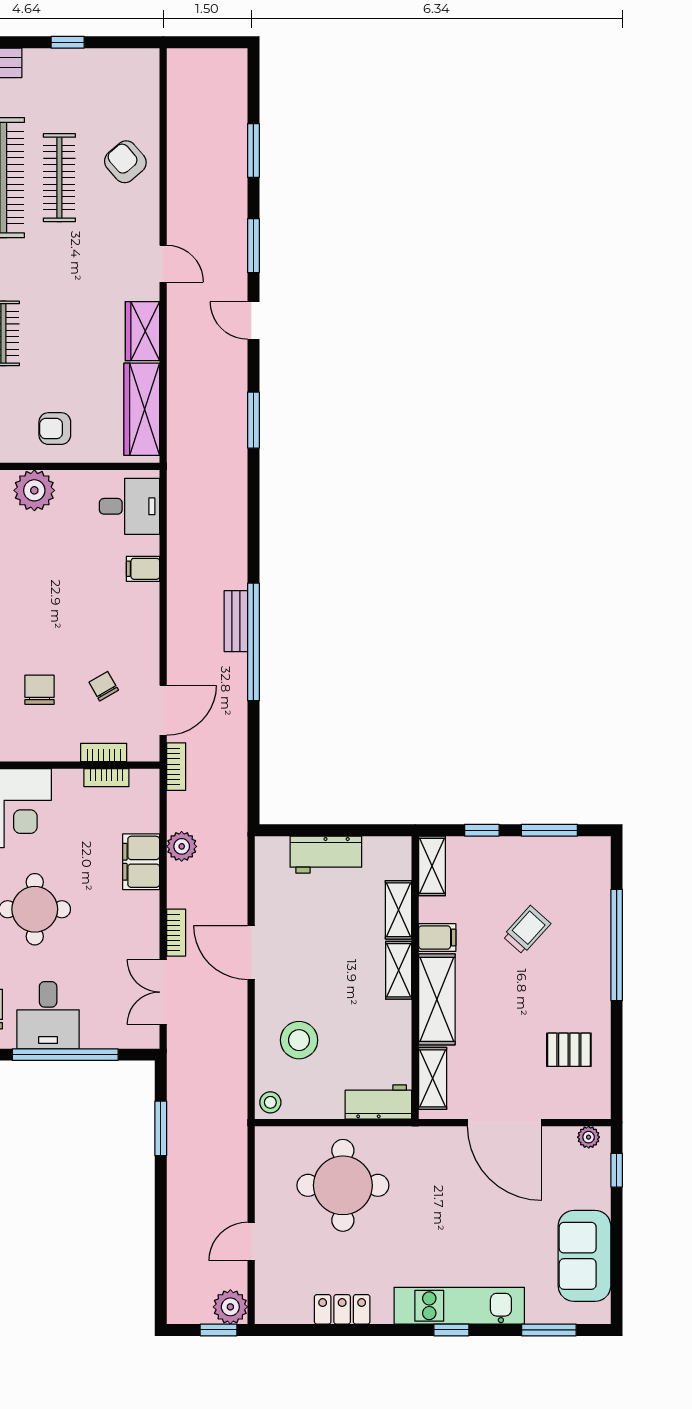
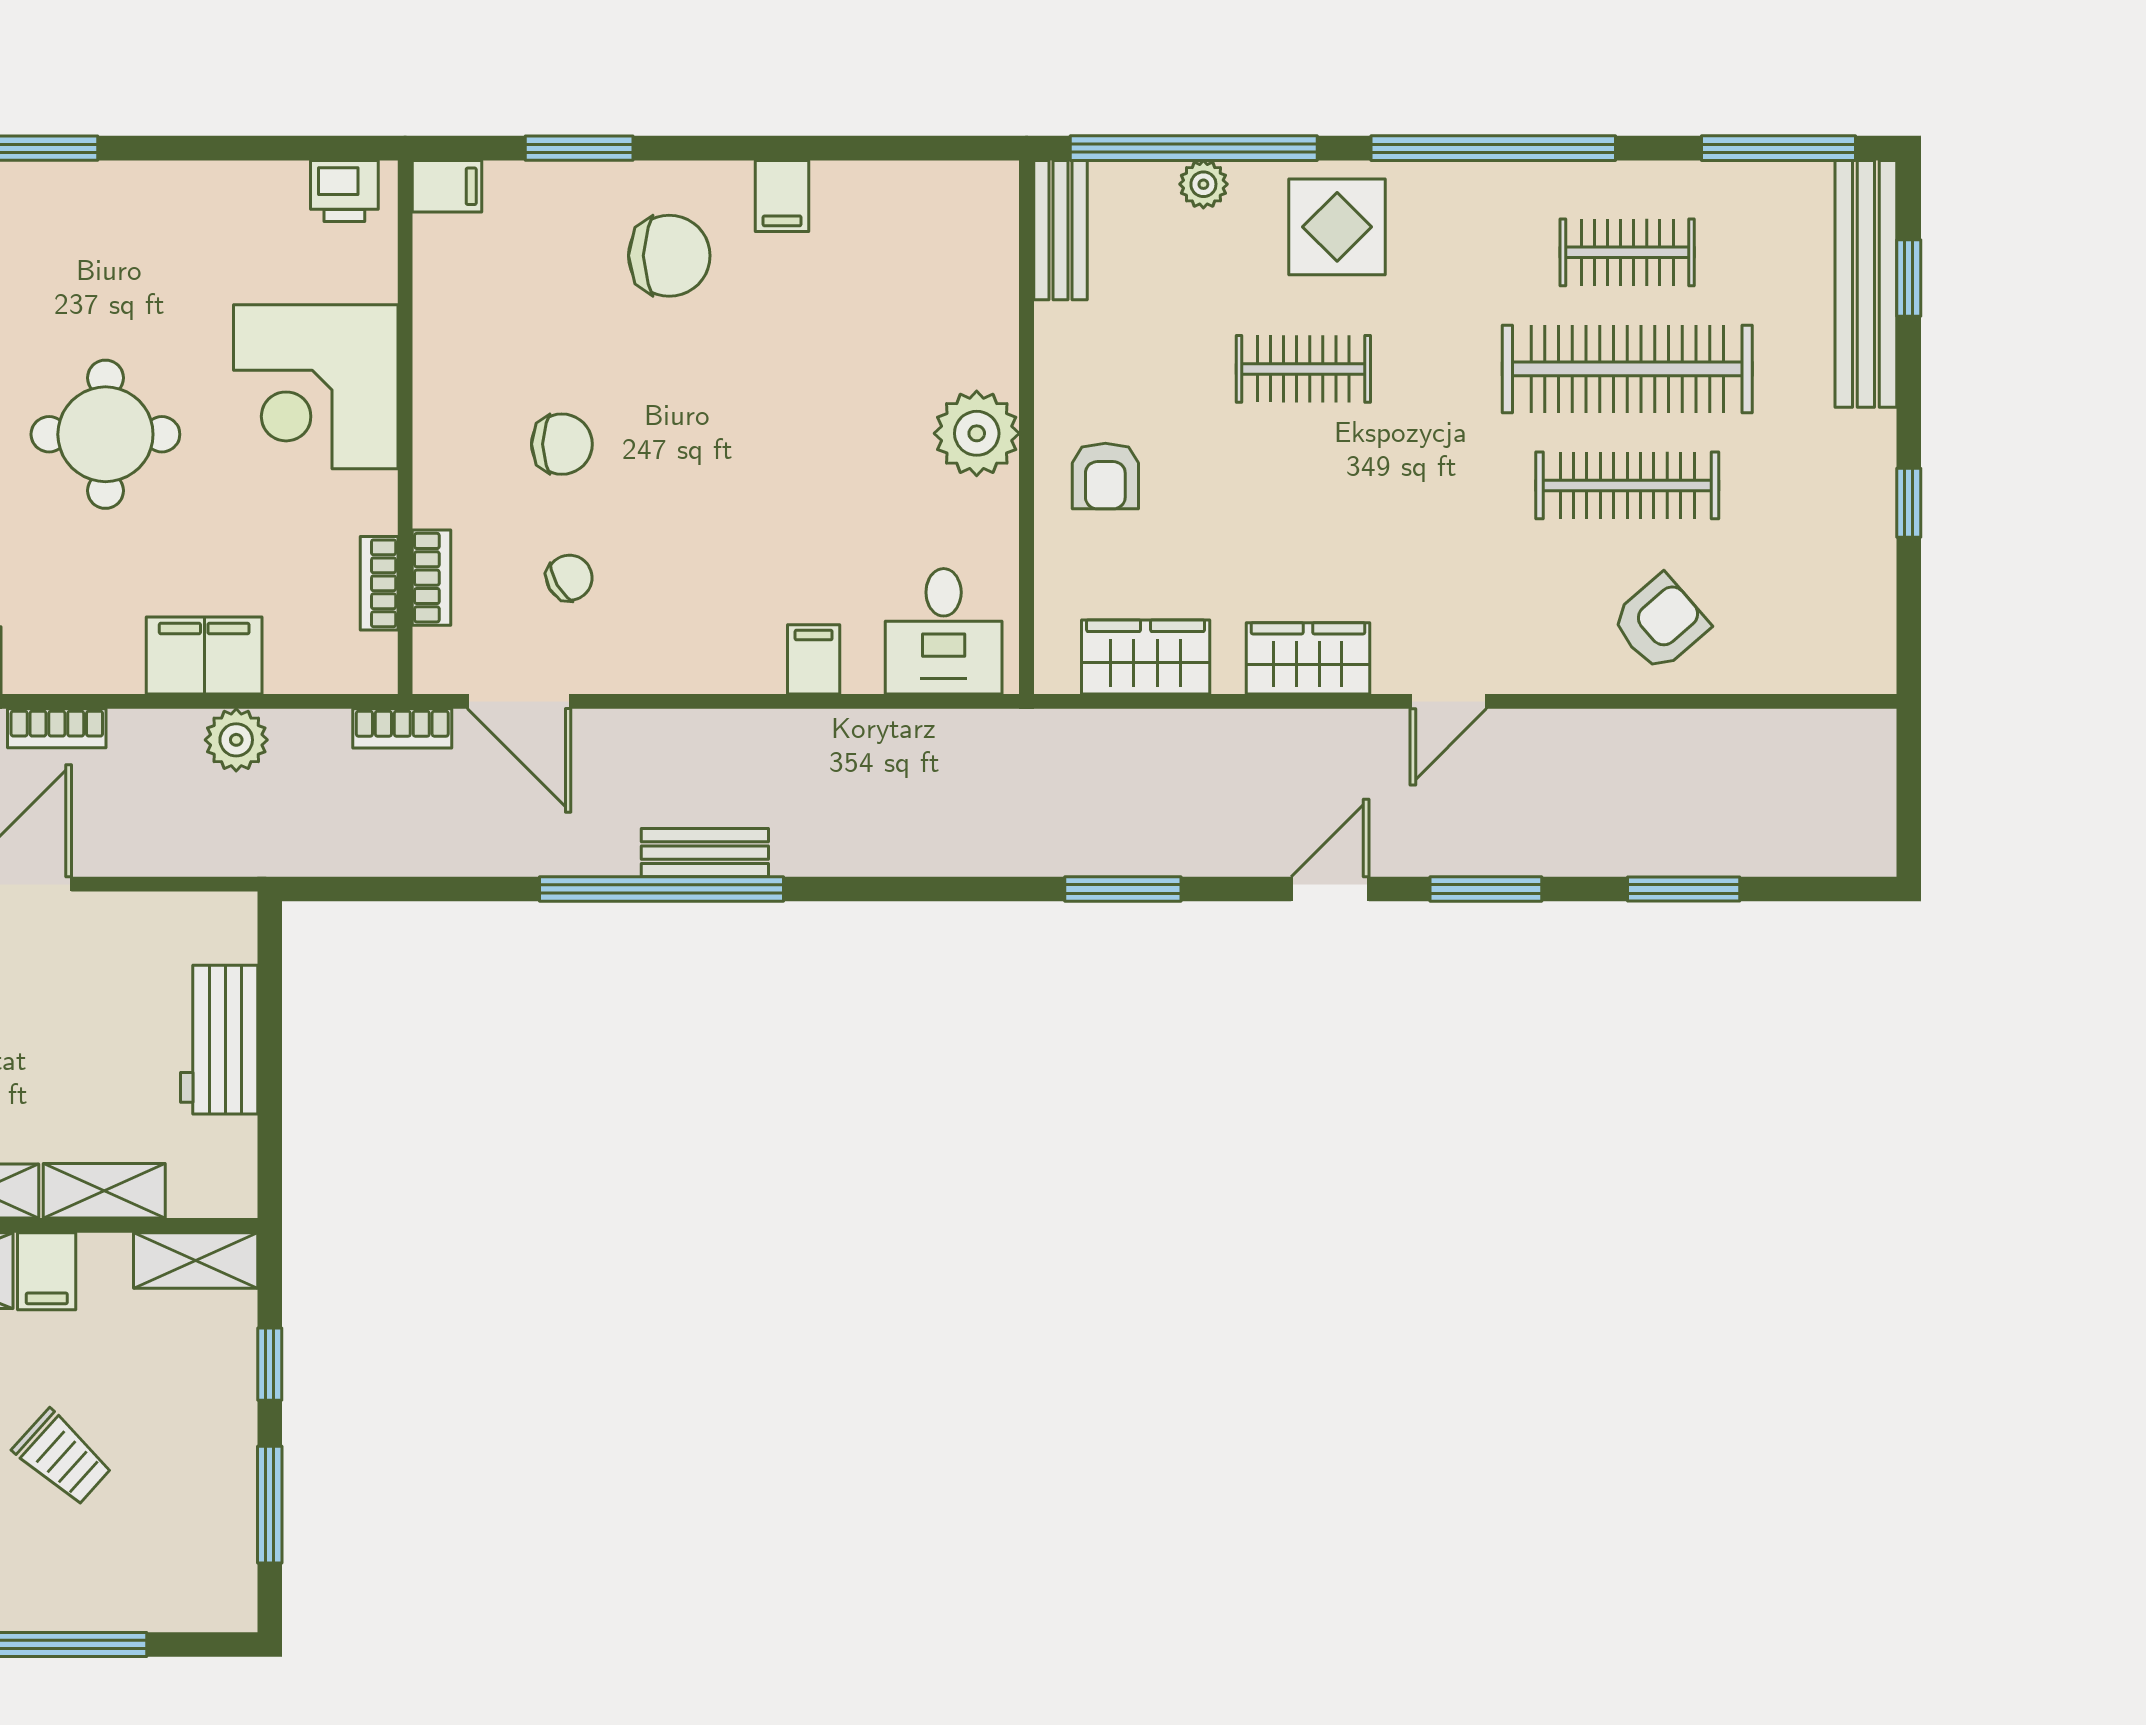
wardrobe: (142, 409) -> (1146, 657), width x0.67
armchair: (55, 429) -> (1105, 476), turned 180

